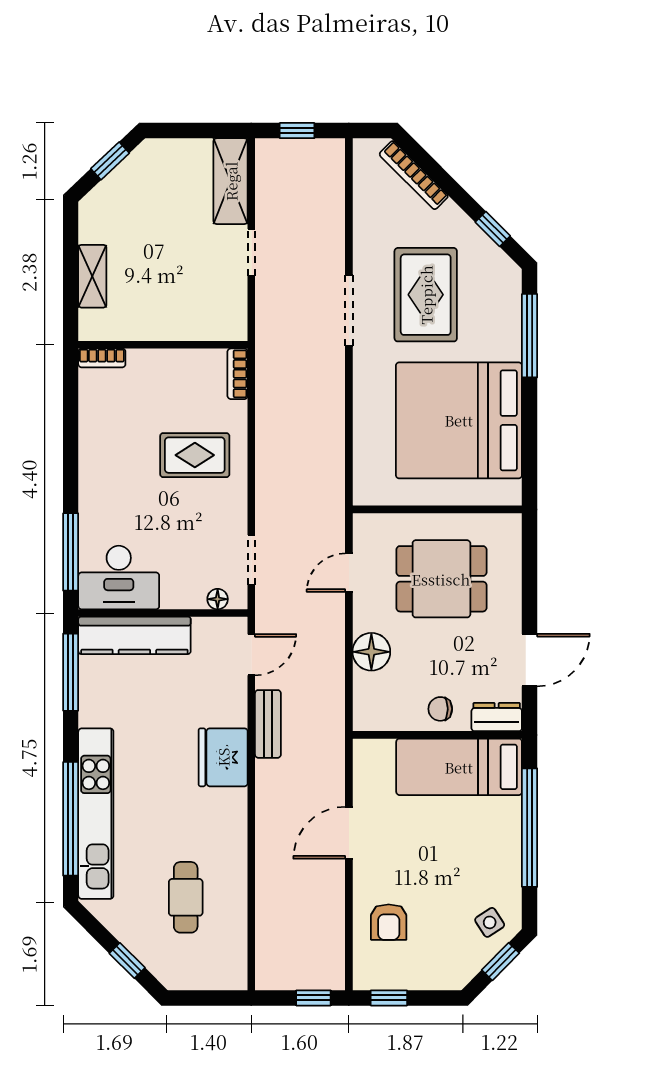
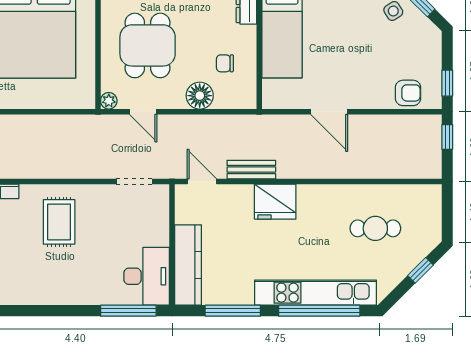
plant: (364, 525) -> (109, 101), added
floor lamp: (218, 599) -> (162, 206), removed
window: (71, 672) -> (233, 311), moved
chair: (440, 709) -> (225, 63), moved, turned 90
armchair: (389, 922) -> (408, 93), moved

